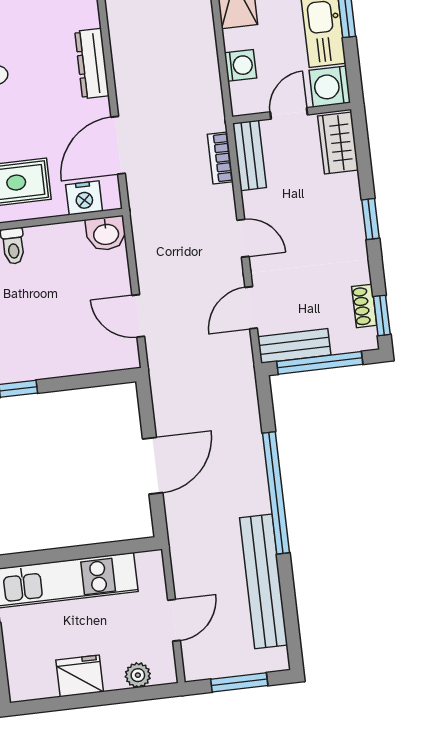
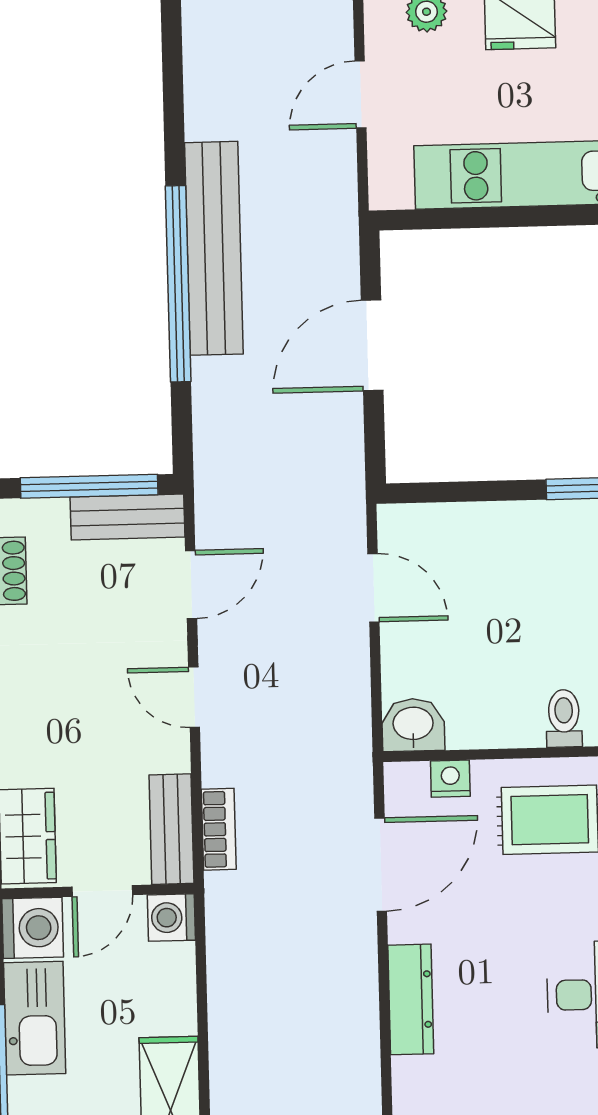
washing machine: (240, 65) -> (171, 918), moved
nightstand: (84, 198) -> (450, 779), width x0.72, depth x0.74
bench: (264, 581) -> (214, 248), moved

